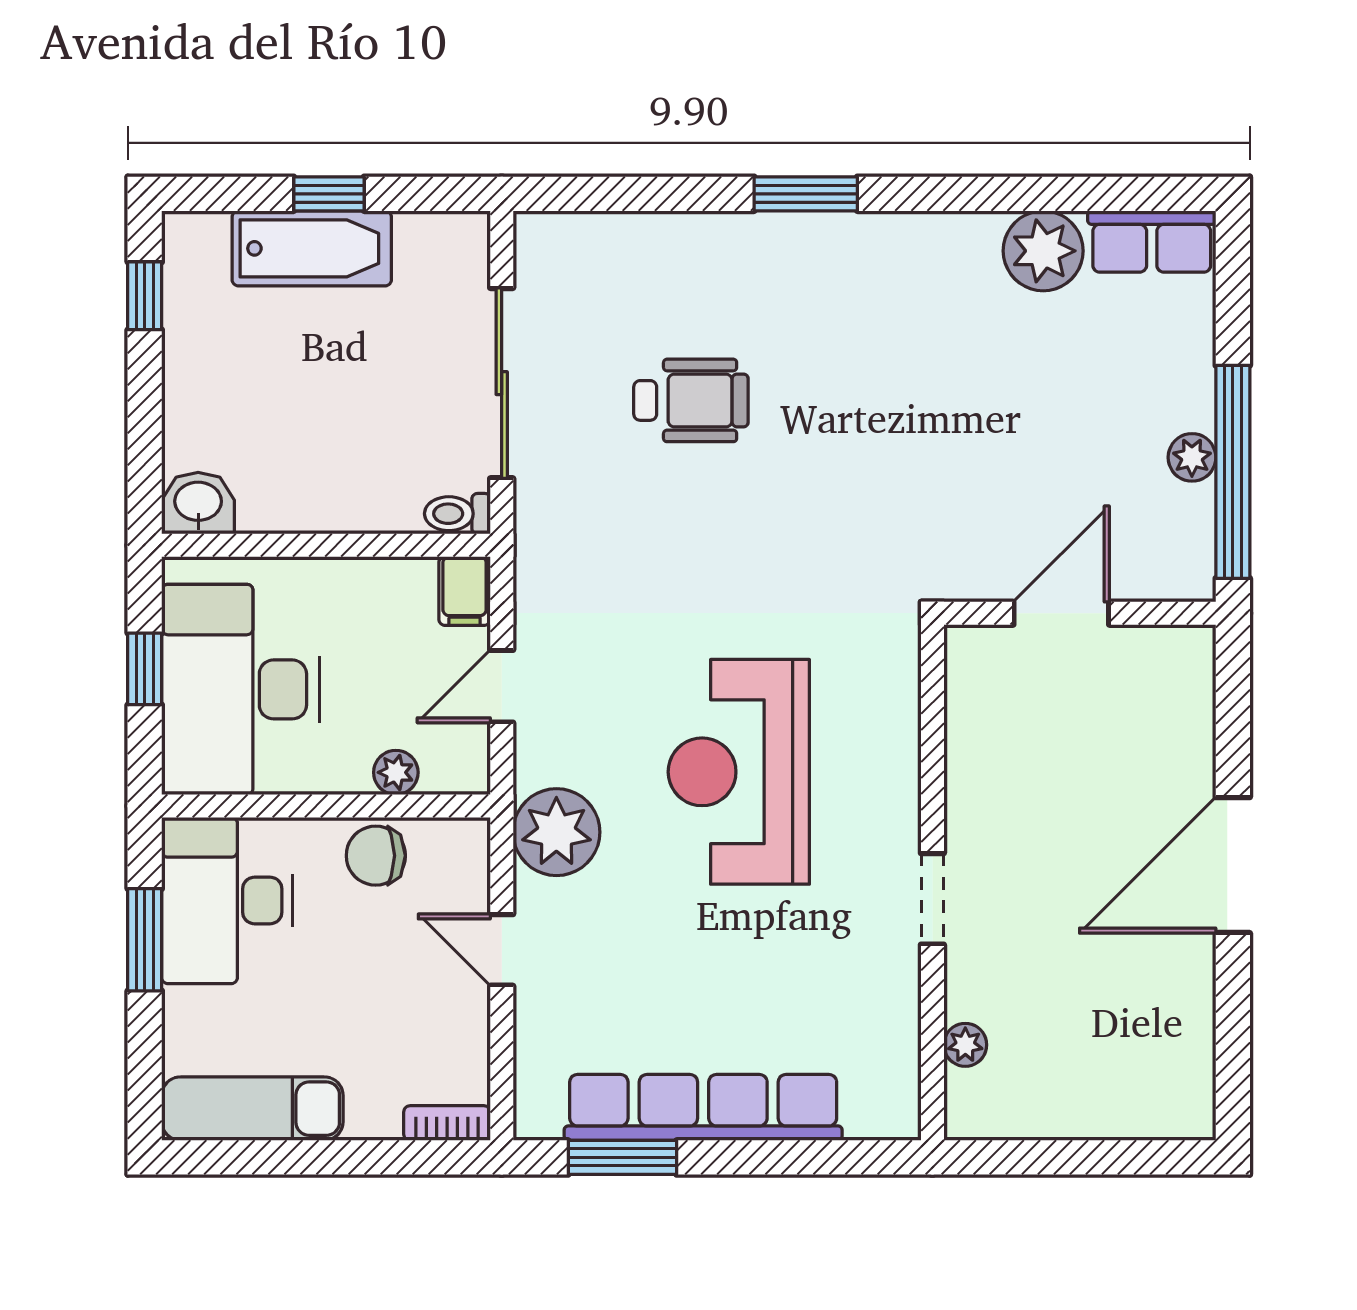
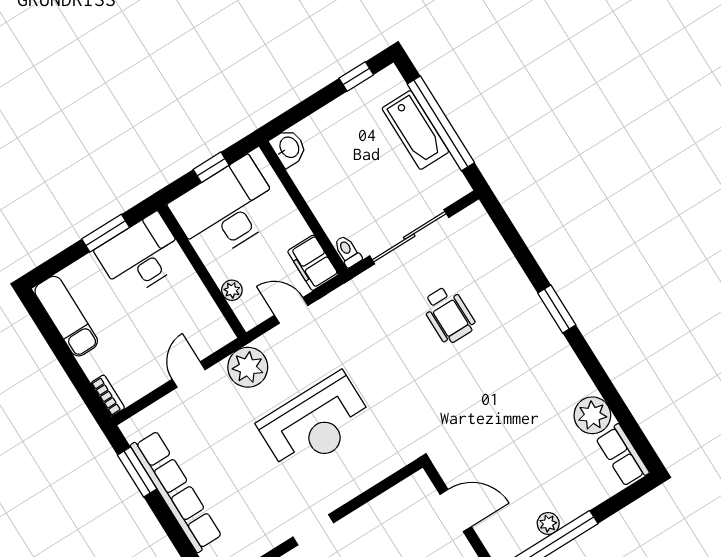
window: (329, 194) -> (441, 123), width x3.17
filing cabinet: (465, 591) -> (313, 263), width x2.00
reception desk: (739, 772) -> (316, 424), turned 180
chair: (376, 856) -> (195, 303), removed

